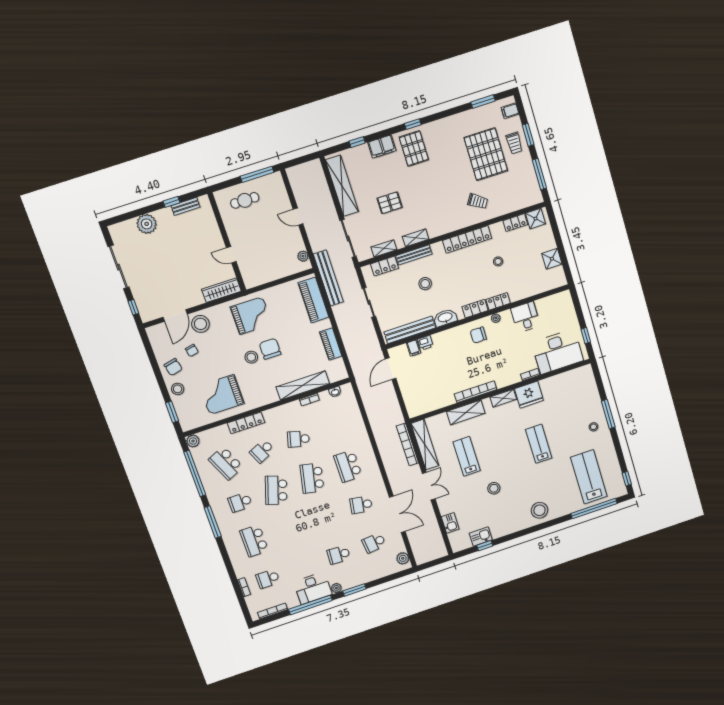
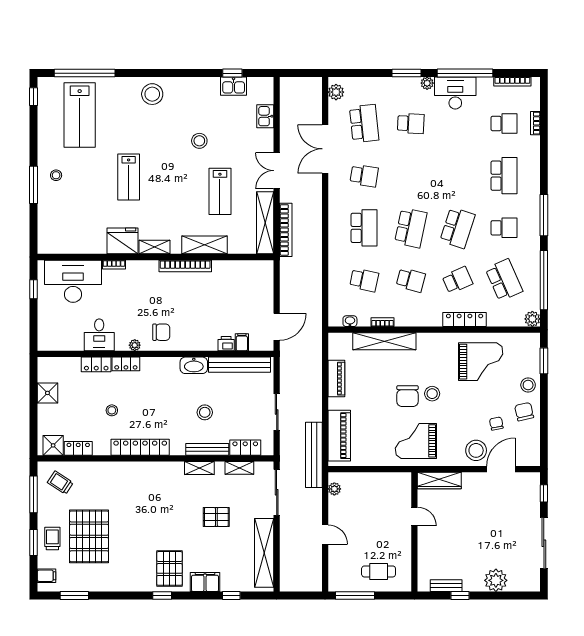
trolley: (478, 201) -> (60, 483), moved
locker: (475, 309) -> (96, 364), moved
school desk: (335, 427) -> (364, 280), added
school desk: (374, 543) -> (364, 123), width x1.85

